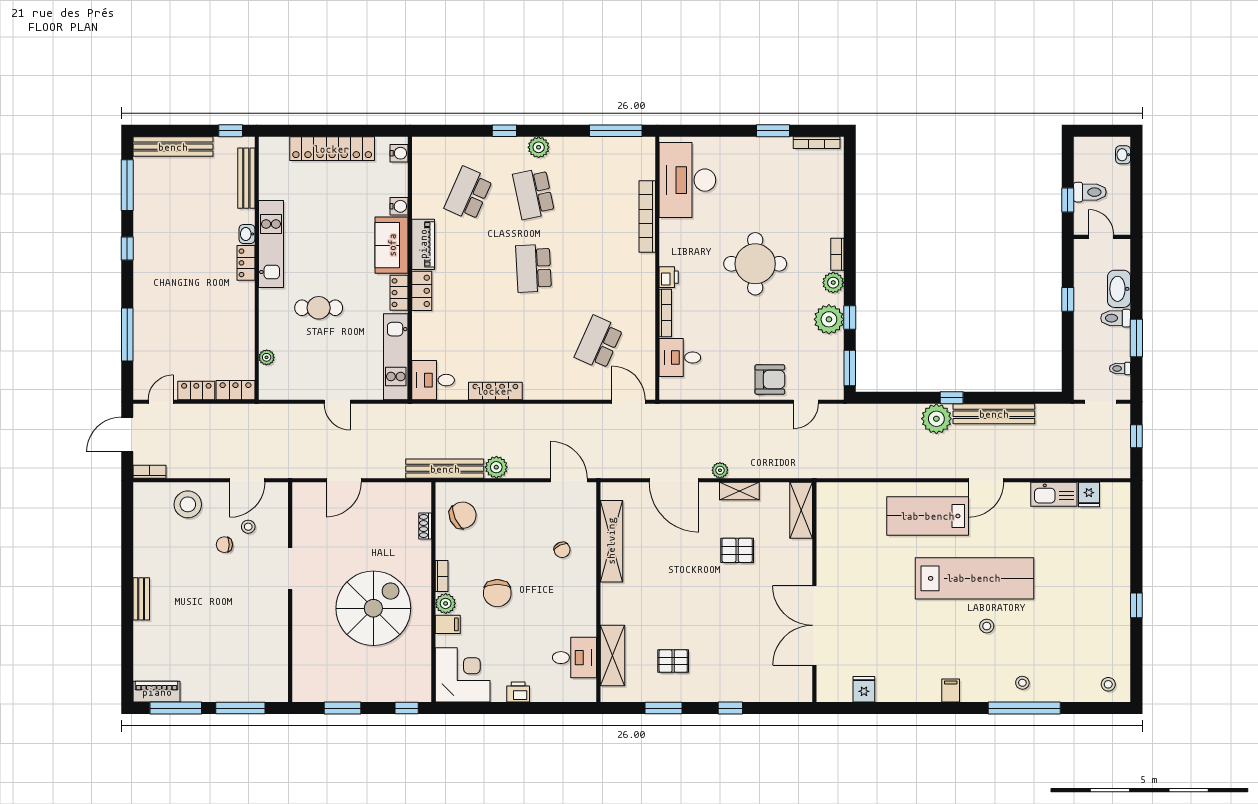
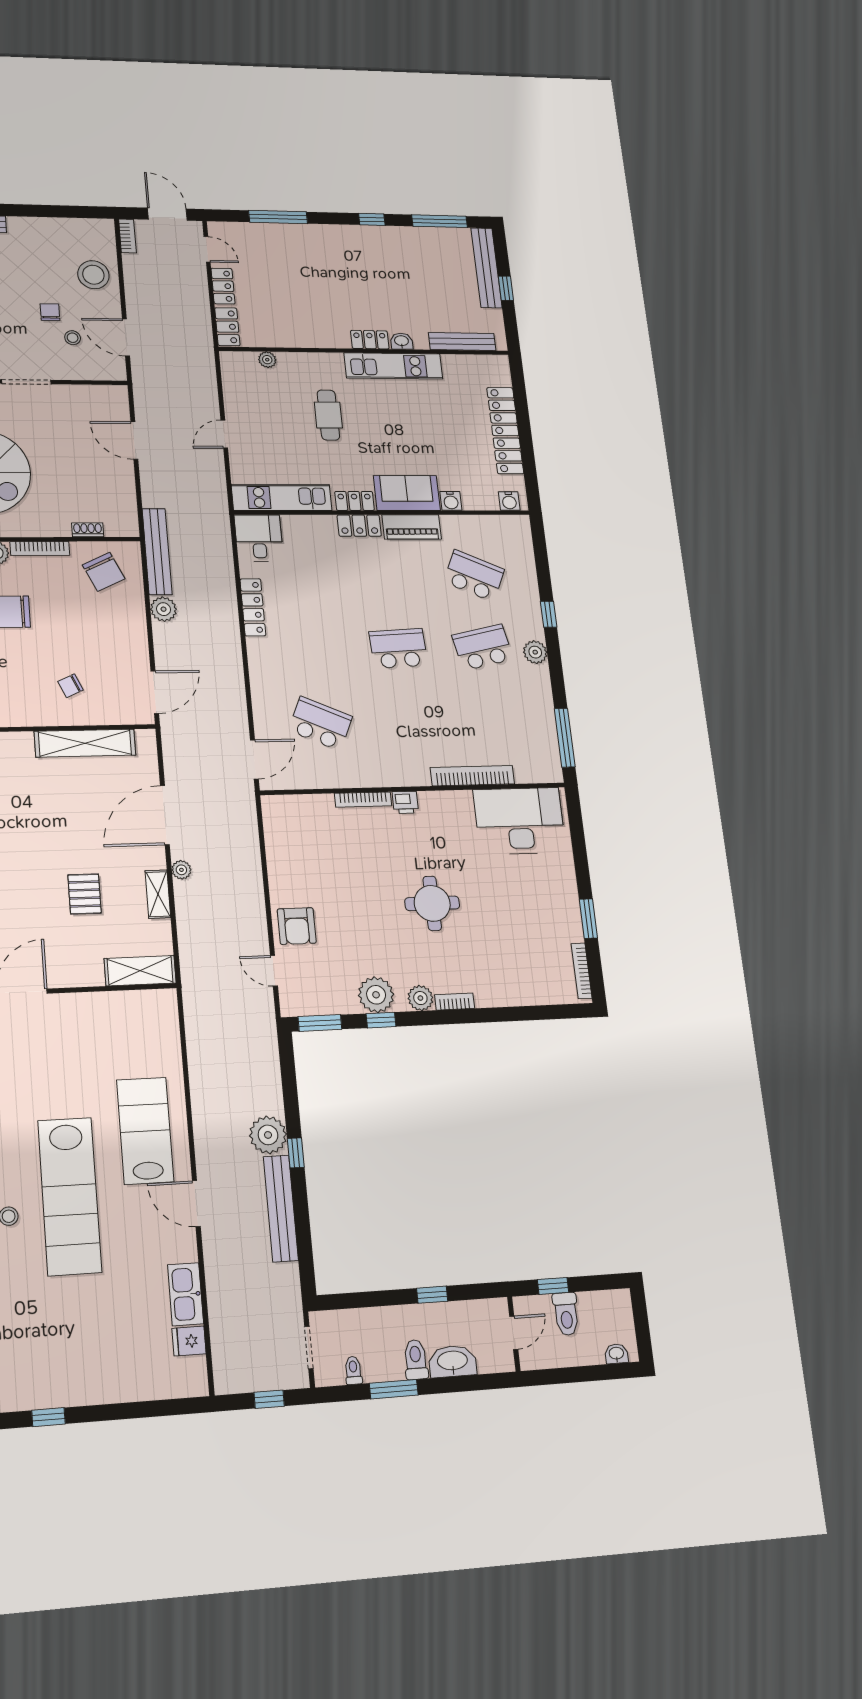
window: (231, 131) -> (506, 288), moved
round table: (755, 264) -> (432, 903), width x0.73, depth x0.73
desk: (680, 358) -> (312, 818), removed
bookcase: (442, 576) -> (40, 549), width x1.56

